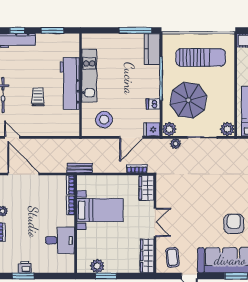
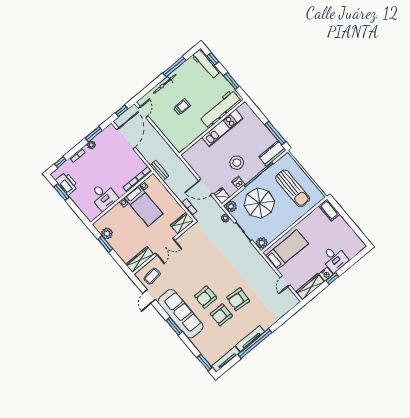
workbench: (70, 83) -> (220, 109), moved
stool: (104, 120) -> (237, 163), moved
armchair: (234, 224) -> (206, 297), turned 180
printer: (25, 267) -> (67, 184), width x1.87, depth x1.48

